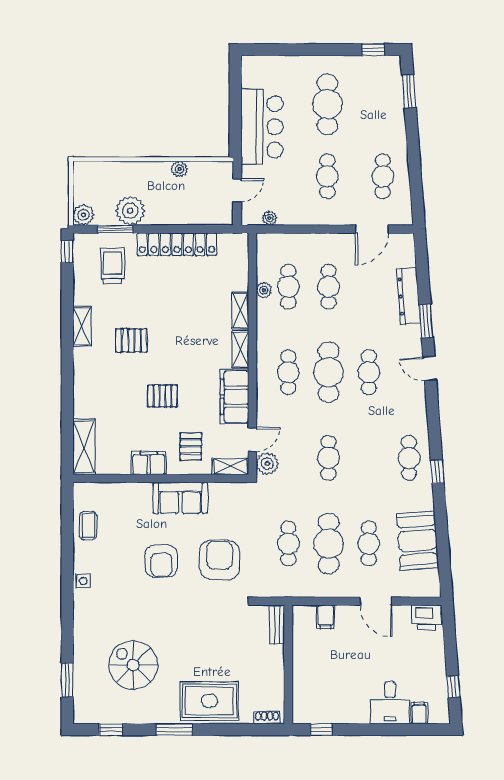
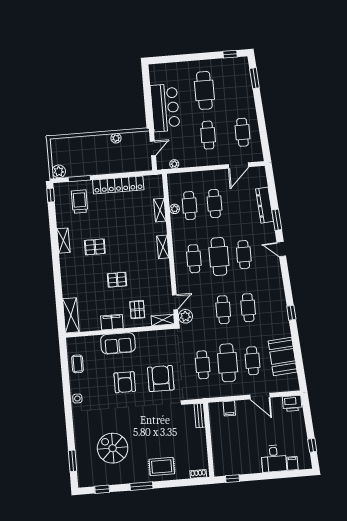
plant: (130, 211) -> (88, 166), removed
shelving: (240, 311) -> (160, 210), moved
filing cabinet: (234, 397) -> (162, 277), removed
cafe table: (409, 458) -> (248, 308), moved
sofa: (180, 498) -> (118, 343), moved
rug: (209, 701) -> (162, 467), width x0.73, depth x0.70

